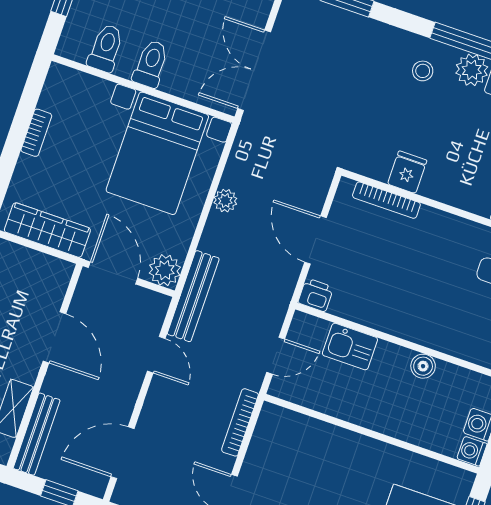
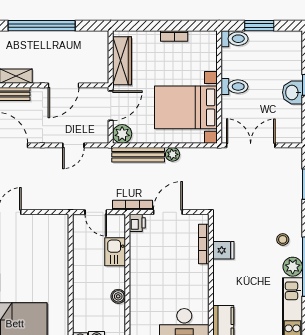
toilet: (106, 48) -> (235, 39), moved
bench: (193, 296) -> (138, 155), moved
bookcase: (240, 422) -> (132, 205), moved

